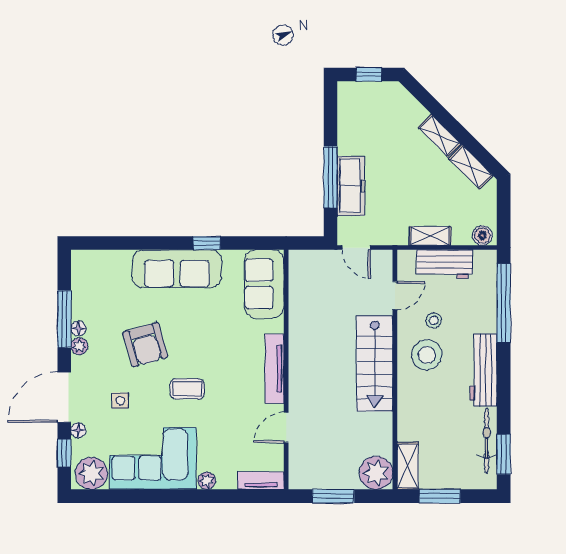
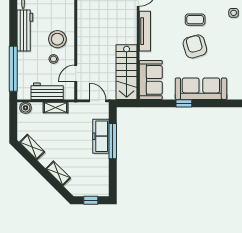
shelving: (440, 136) -> (58, 173), moved
armchair: (145, 345) -> (195, 46), moved
stairs: (375, 364) -> (127, 72), moved, turned 180

